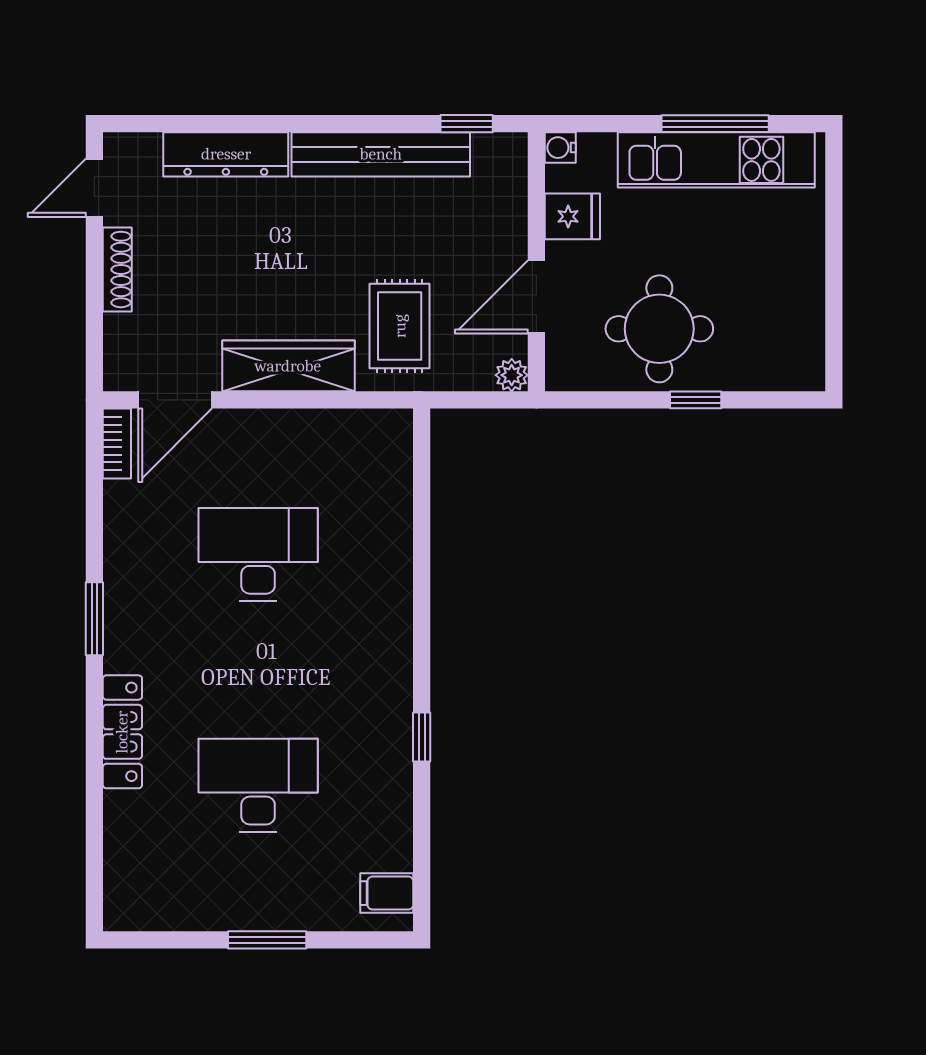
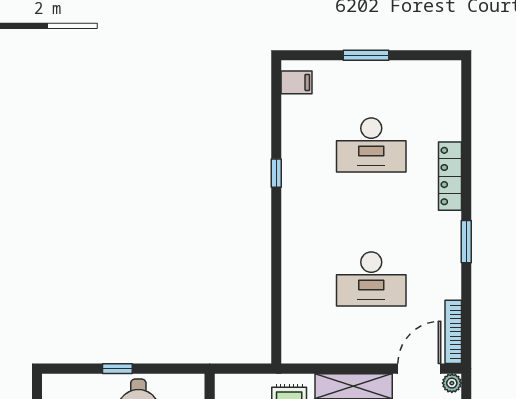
plant: (512, 375) -> (452, 383), moved
bookcase: (117, 444) -> (453, 332), width x1.56

